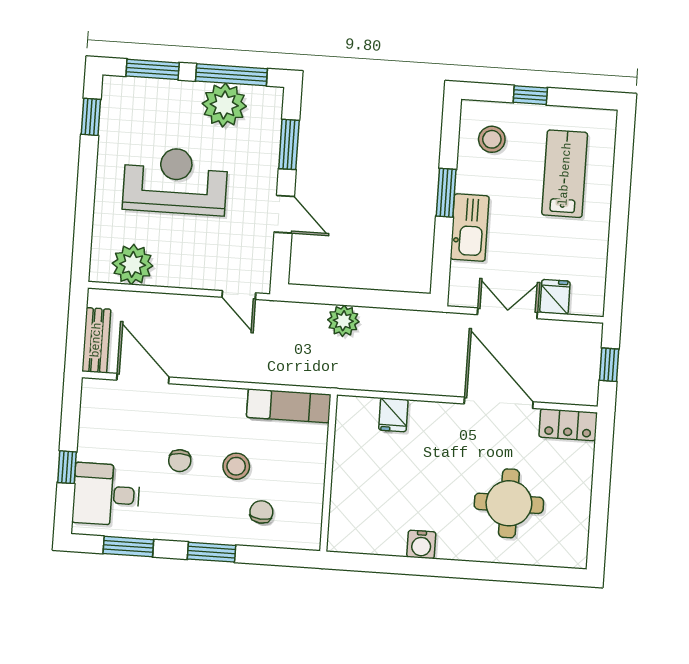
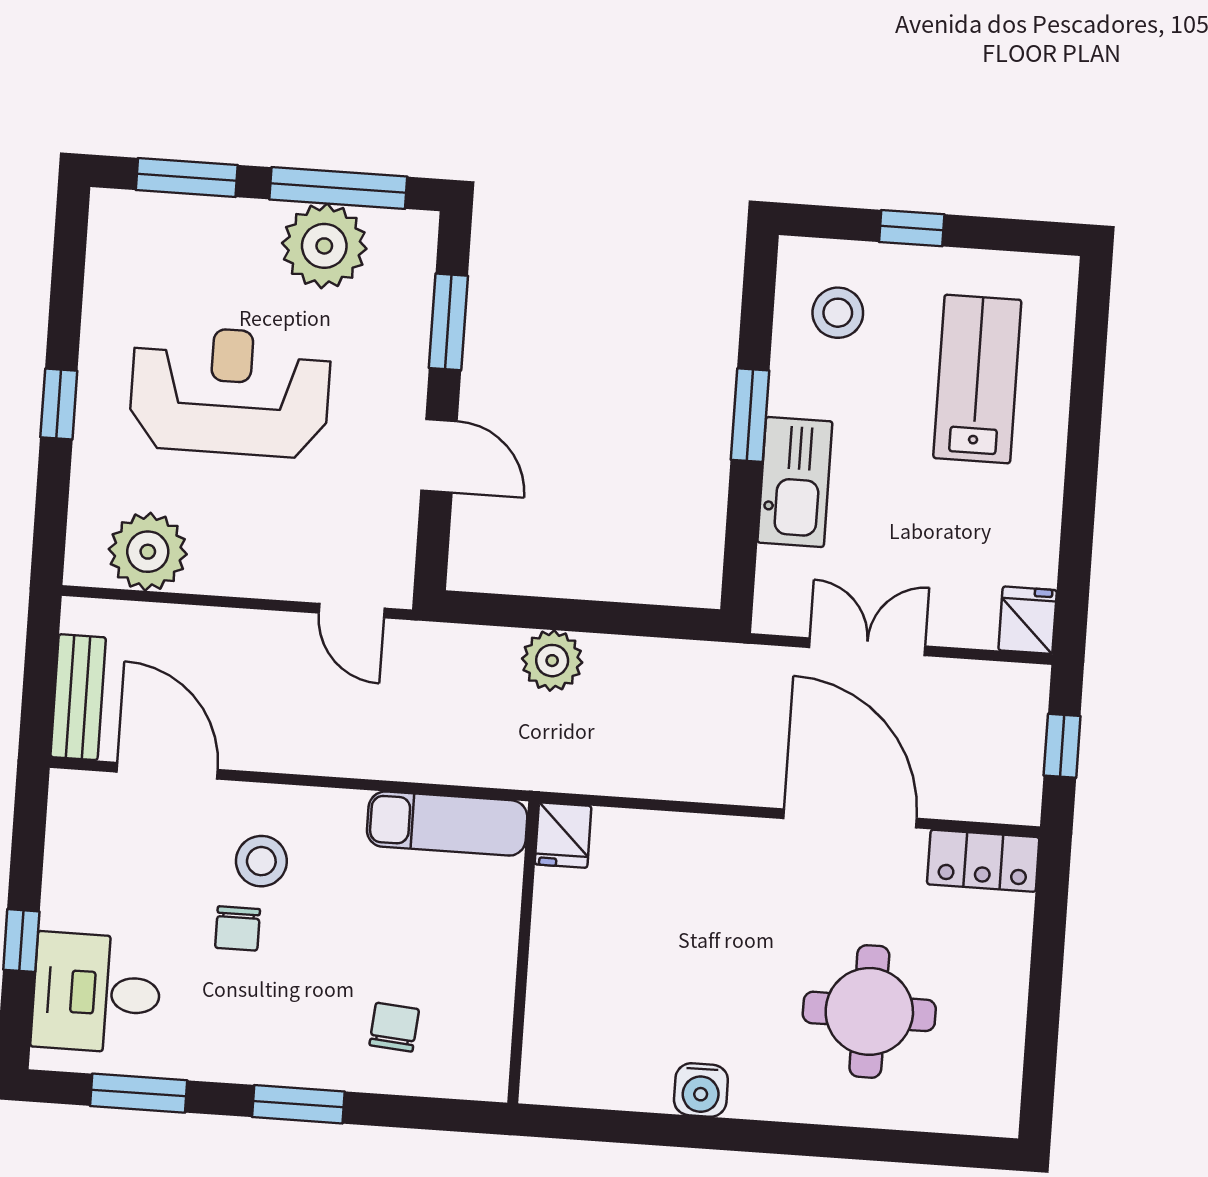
window: (91, 117) -> (59, 404), moved
fridge: (555, 297) -> (1028, 620), moved
fridge: (393, 415) -> (563, 835), moved
stool: (236, 466) -> (261, 861), moved

